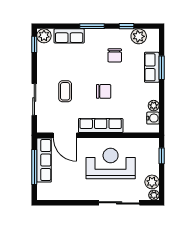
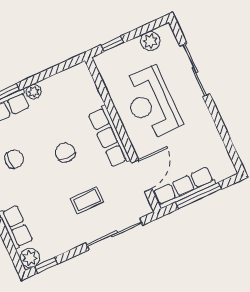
sliding door: (34, 99) -> (114, 234), width x1.37
plant: (154, 106) -> (34, 92), moved
water cooler: (153, 118) -> (70, 76), removed
plant: (154, 195) -> (166, 31), removed

